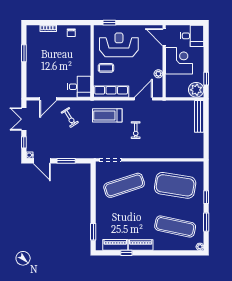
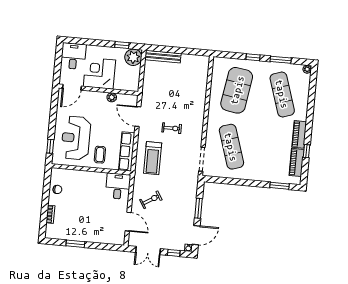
exercise mat: (175, 227) -> (282, 94), turned -30

